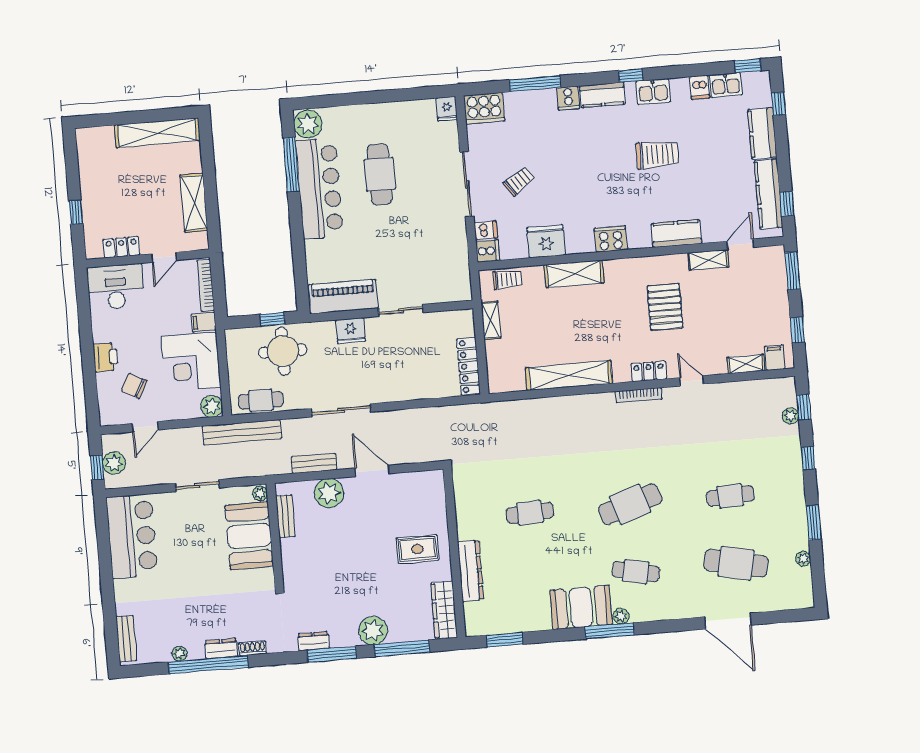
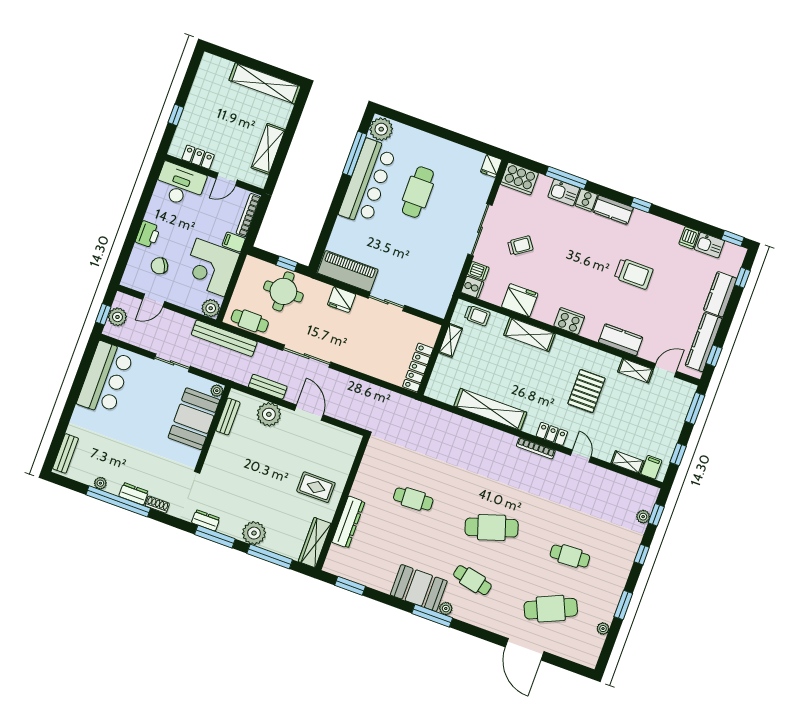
kitchen sink: (653, 92) -> (564, 193), moved
chair: (134, 386) -> (159, 266), turned -54
cafe table: (736, 563) -> (551, 609), turned -36

